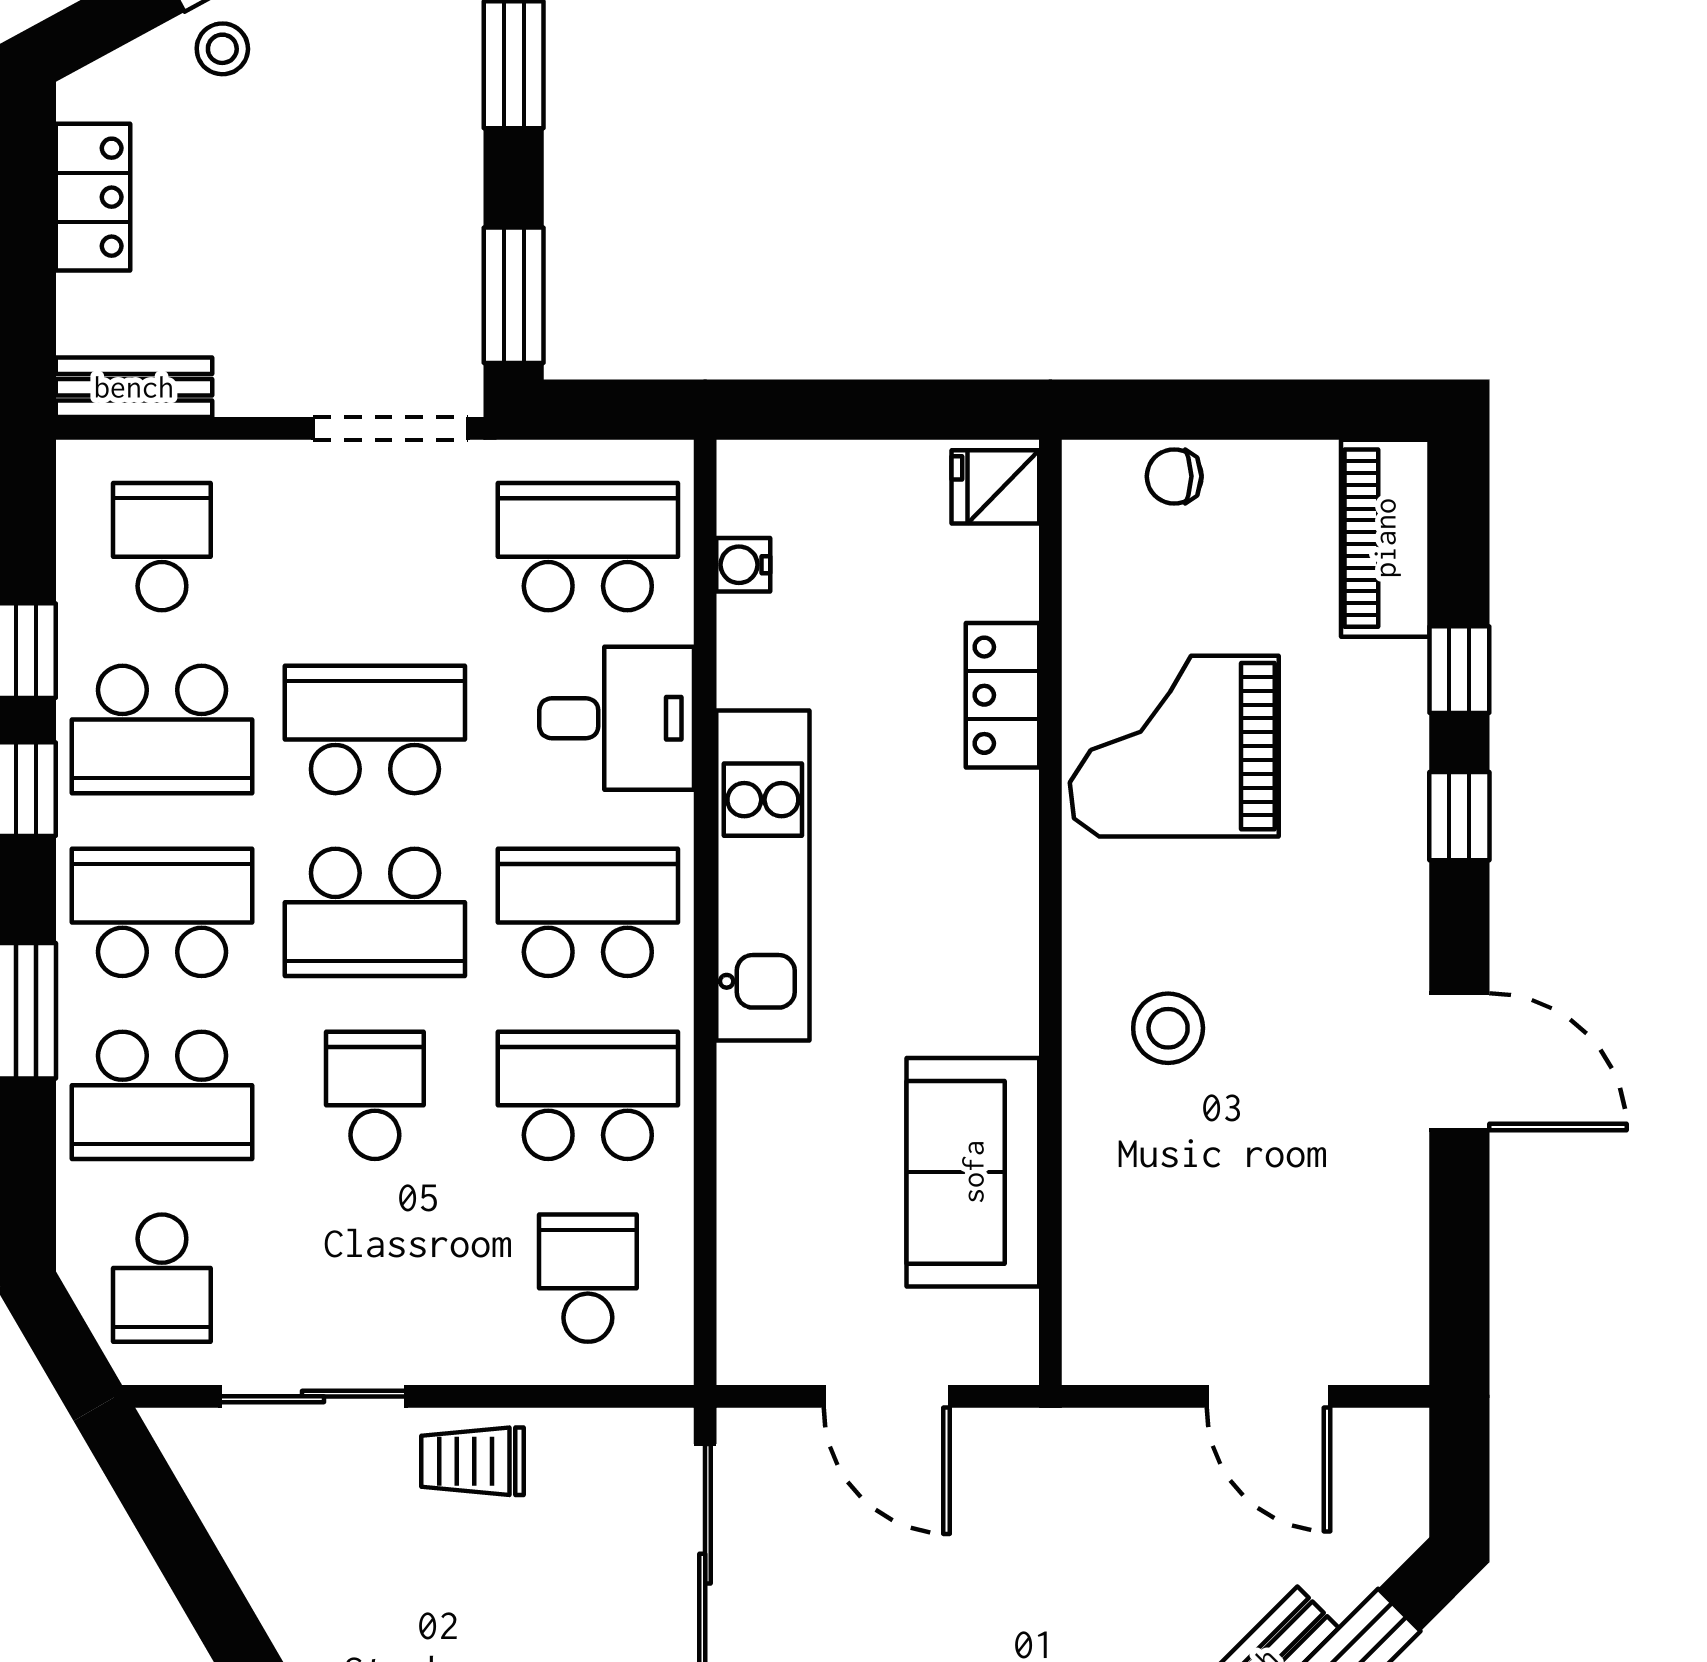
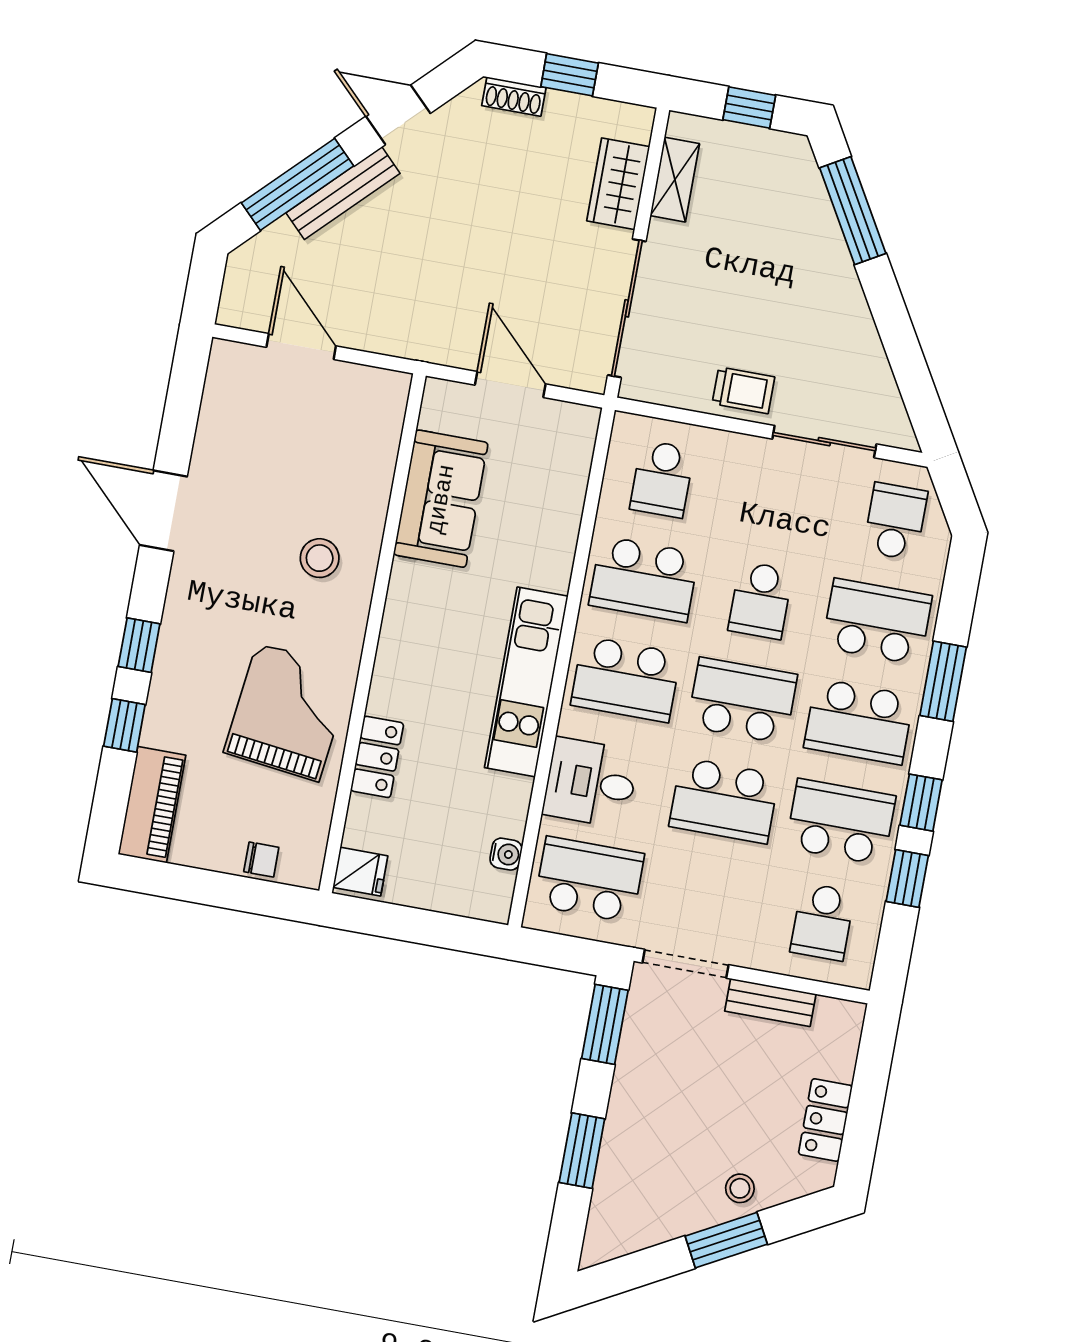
bench: (134, 387) -> (770, 1002), moved
school desk: (588, 547) -> (589, 879), turned 180
grand piano: (1174, 746) -> (288, 712), turned -83

